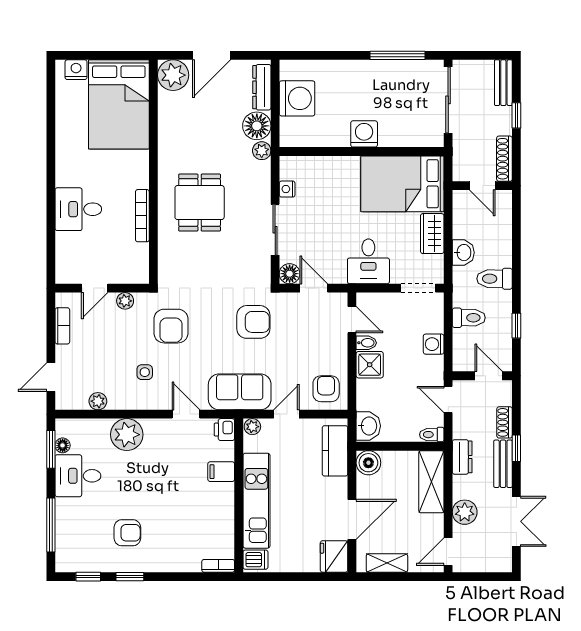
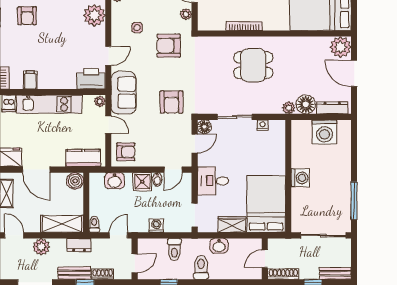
washbasin: (368, 426) -> (115, 181), moved
printer: (224, 430) -> (91, 79), width x1.87, depth x1.48
filing cabinet: (221, 472) -> (30, 80), moved

